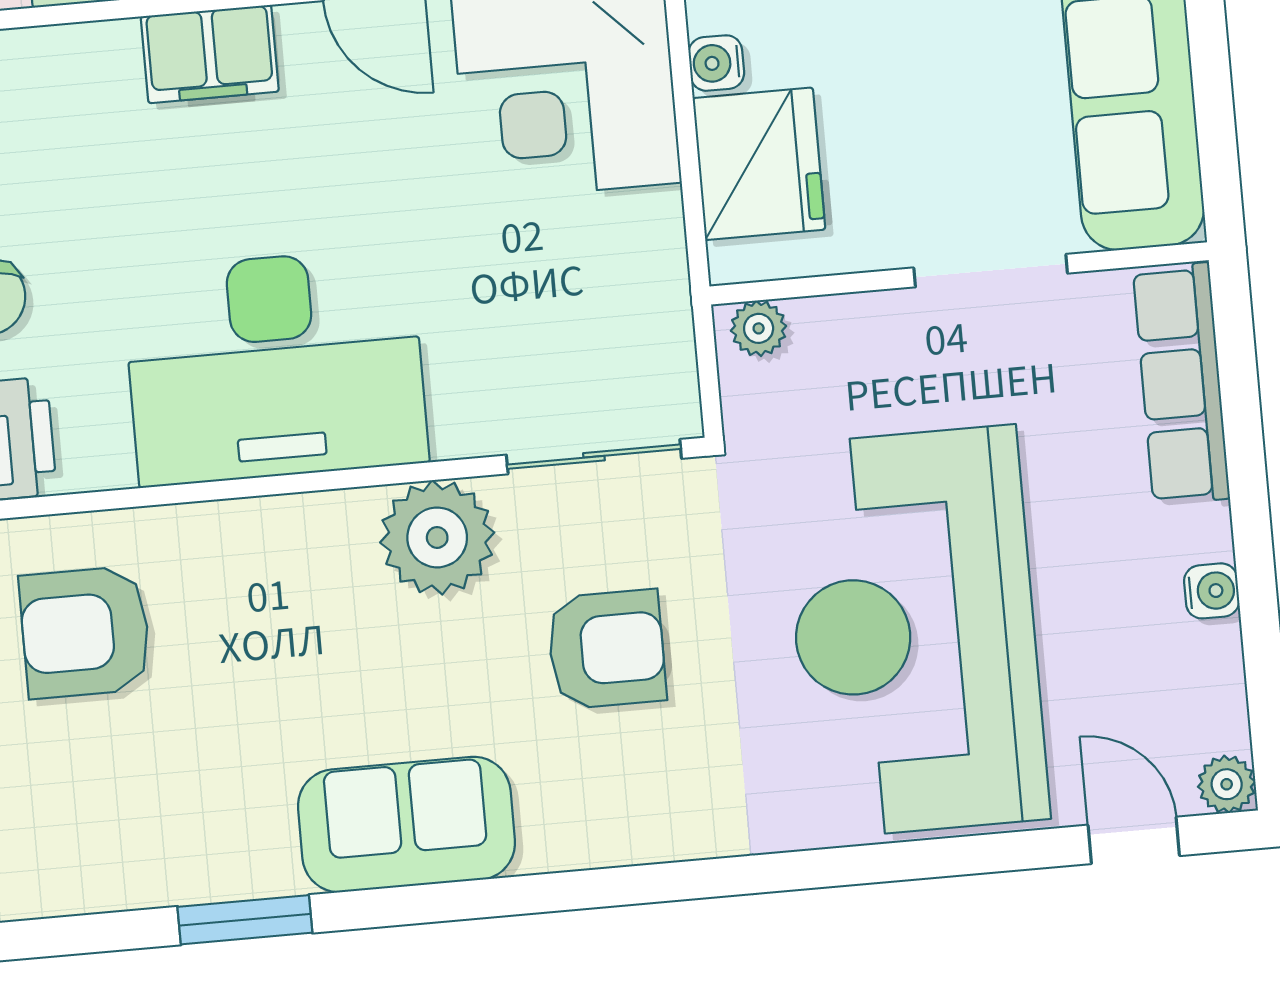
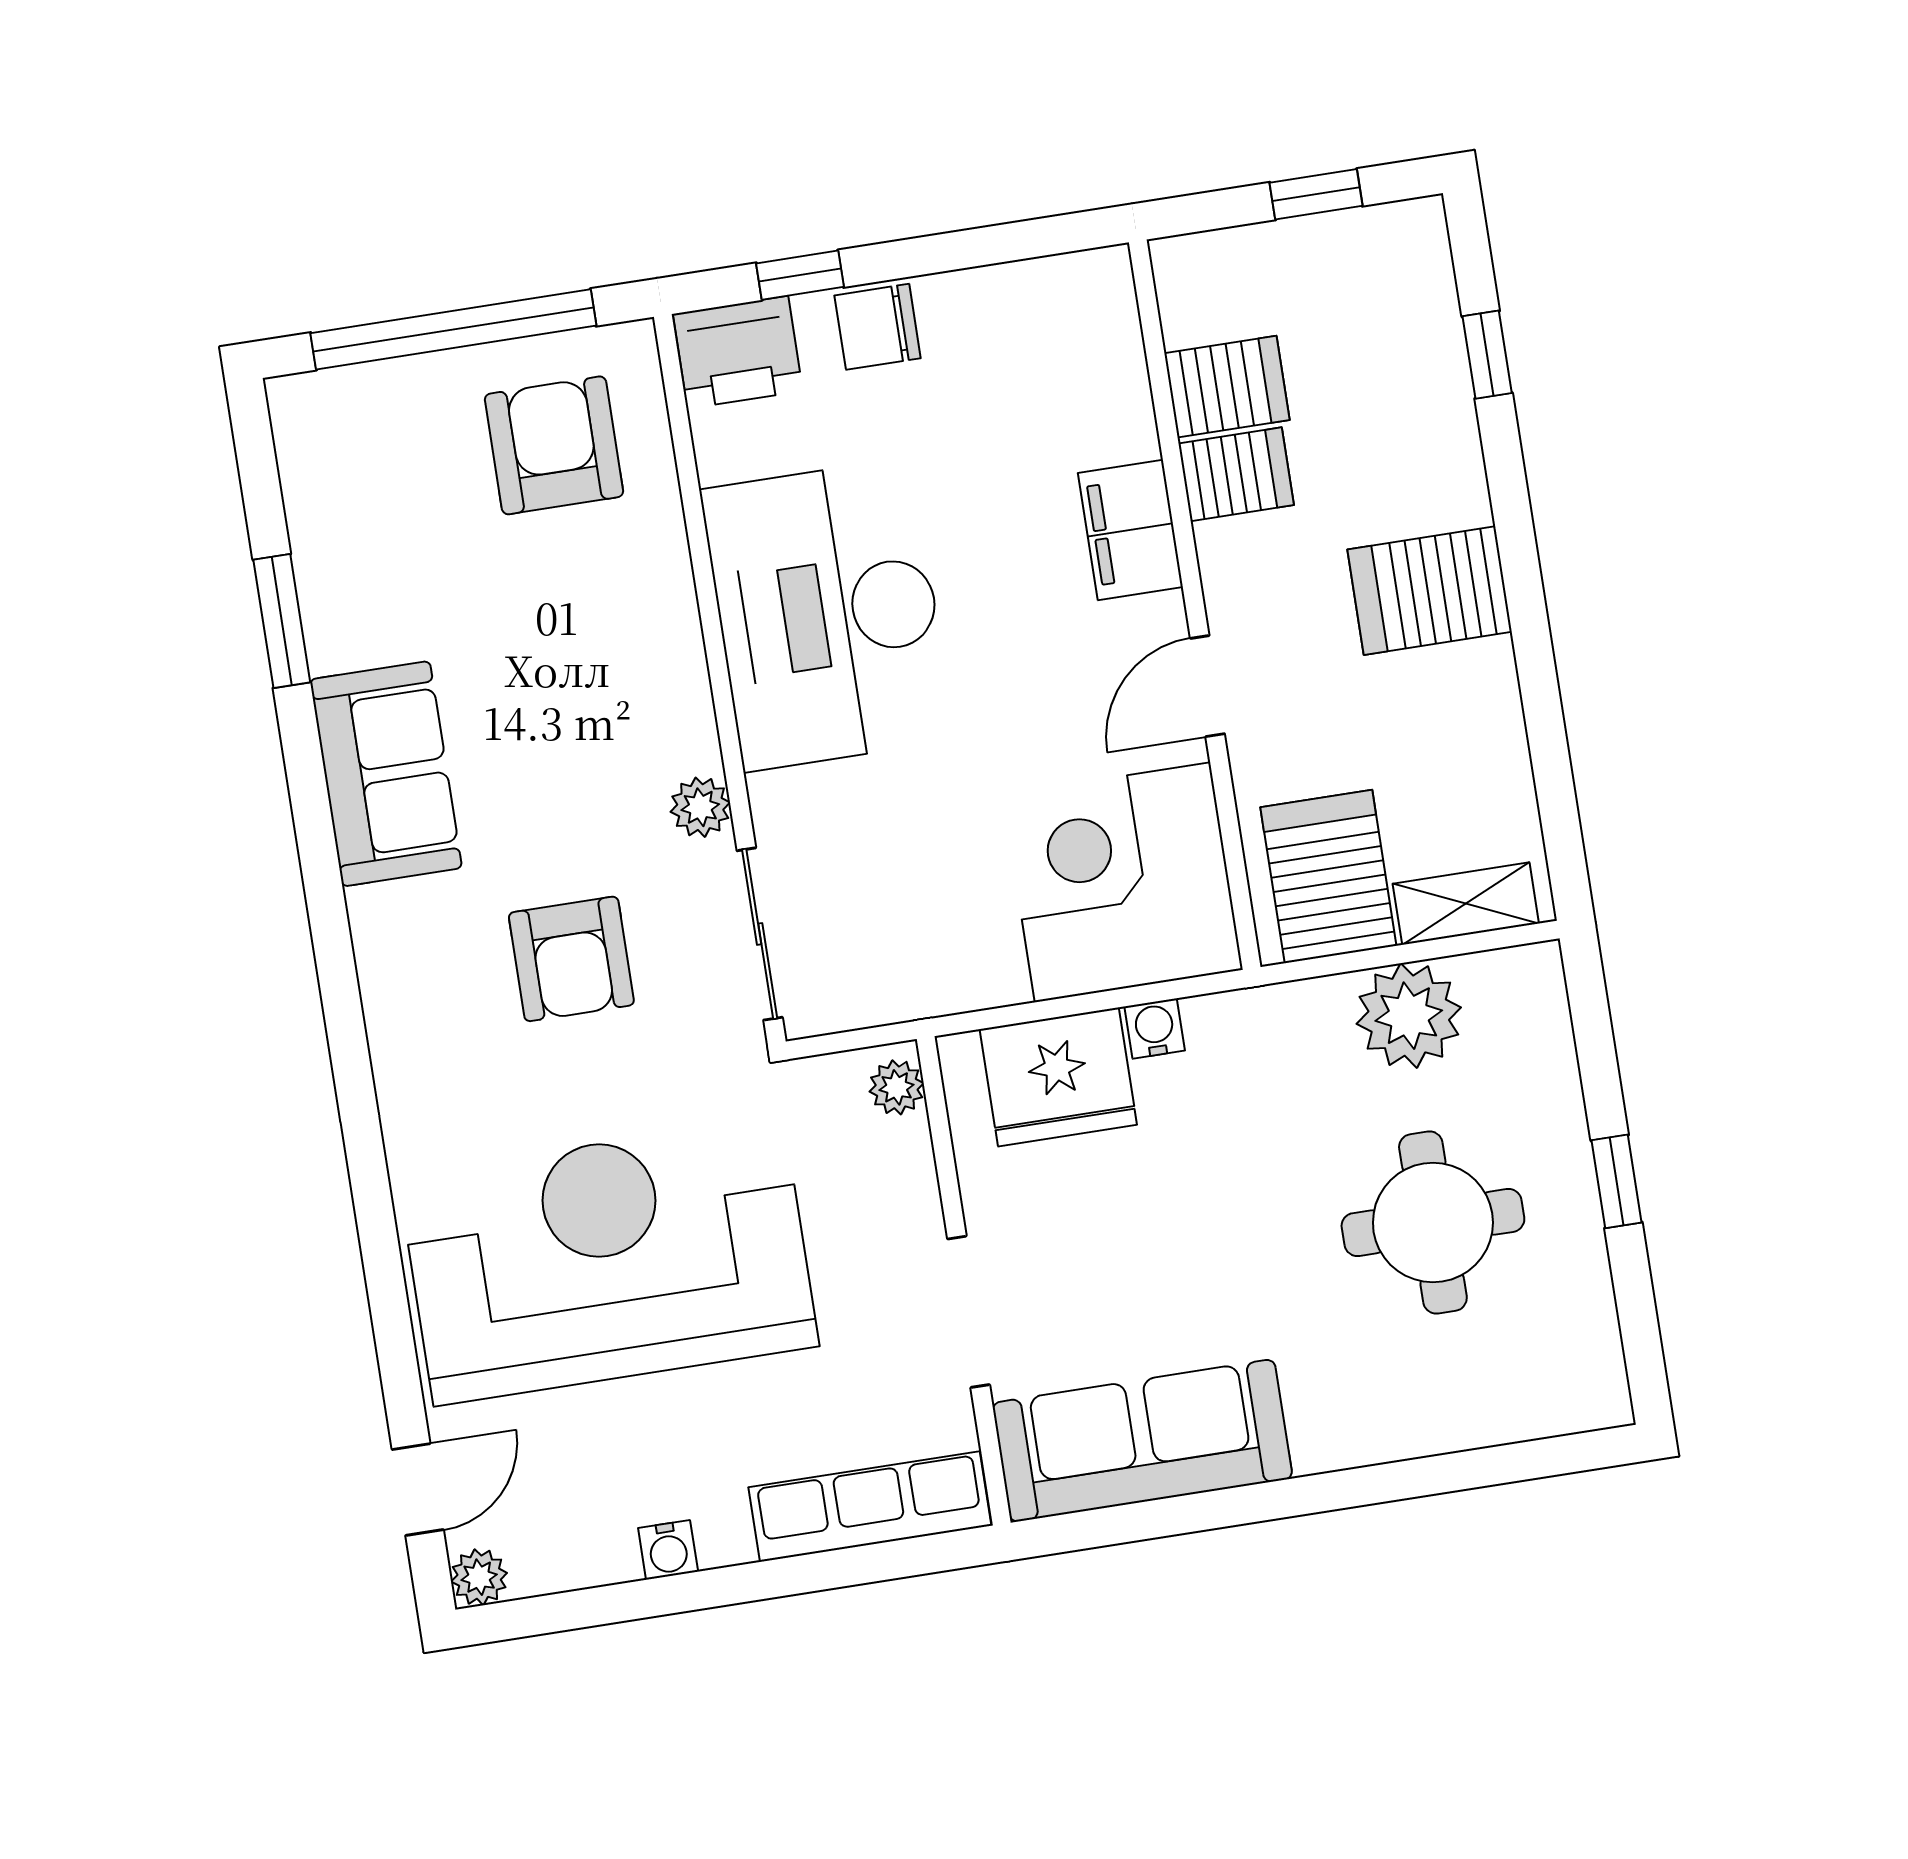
plant: (437, 537) -> (700, 807), width x0.53, depth x0.53

